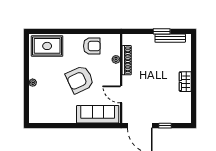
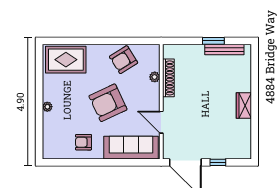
armchair: (92, 46) -> (124, 60), turned 148
armchair: (61, 110) -> (83, 142), added

